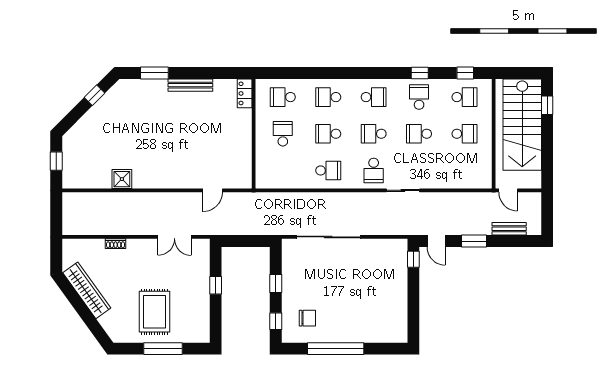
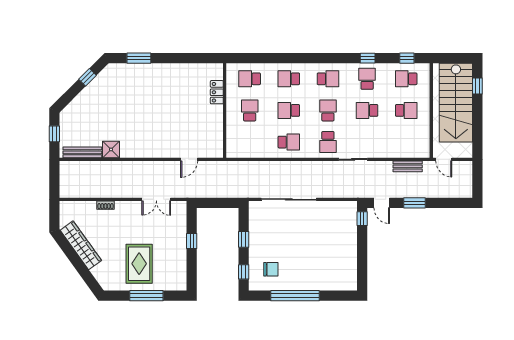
bench: (190, 85) -> (82, 152), moved
locker: (245, 93) -> (217, 92), moved
school desk: (464, 97) -> (406, 79), turned 180
school desk: (374, 134) -> (328, 110), turned 90
bench: (509, 229) -> (408, 166), moved

